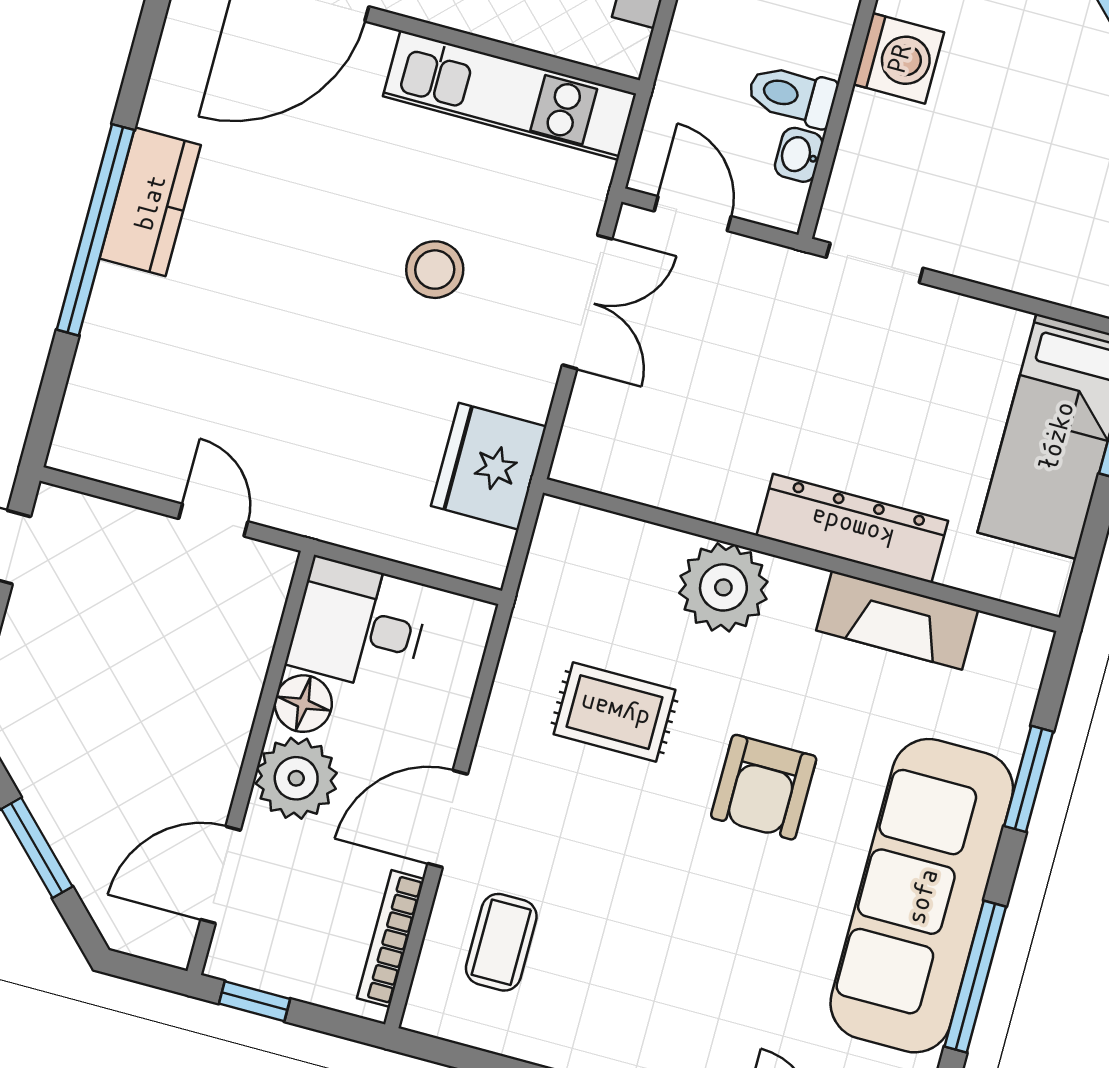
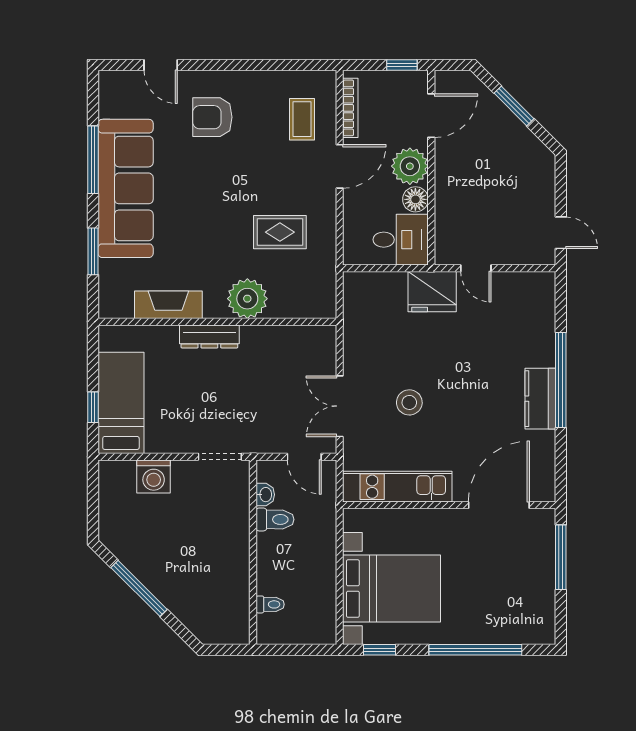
washing machine: (899, 58) -> (154, 476), moved, turned -90
fridge: (489, 466) -> (432, 292), moved, turned 90
dresser: (852, 528) -> (209, 336), width x0.73, depth x0.80
armchair: (764, 787) -> (212, 117), moved, turned -90

